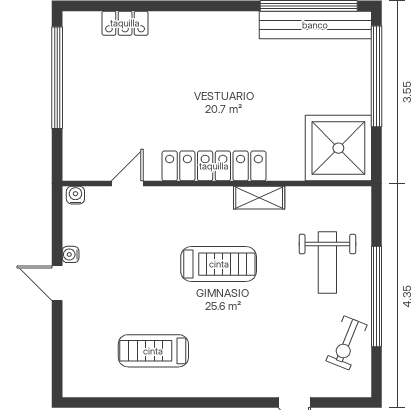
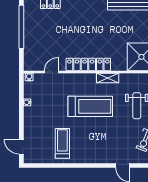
treadmill: (219, 264) -> (90, 106), width x1.37, depth x1.38
door: (57, 283) -> (21, 147), moved
treadmill: (153, 351) -> (62, 143), turned 90

